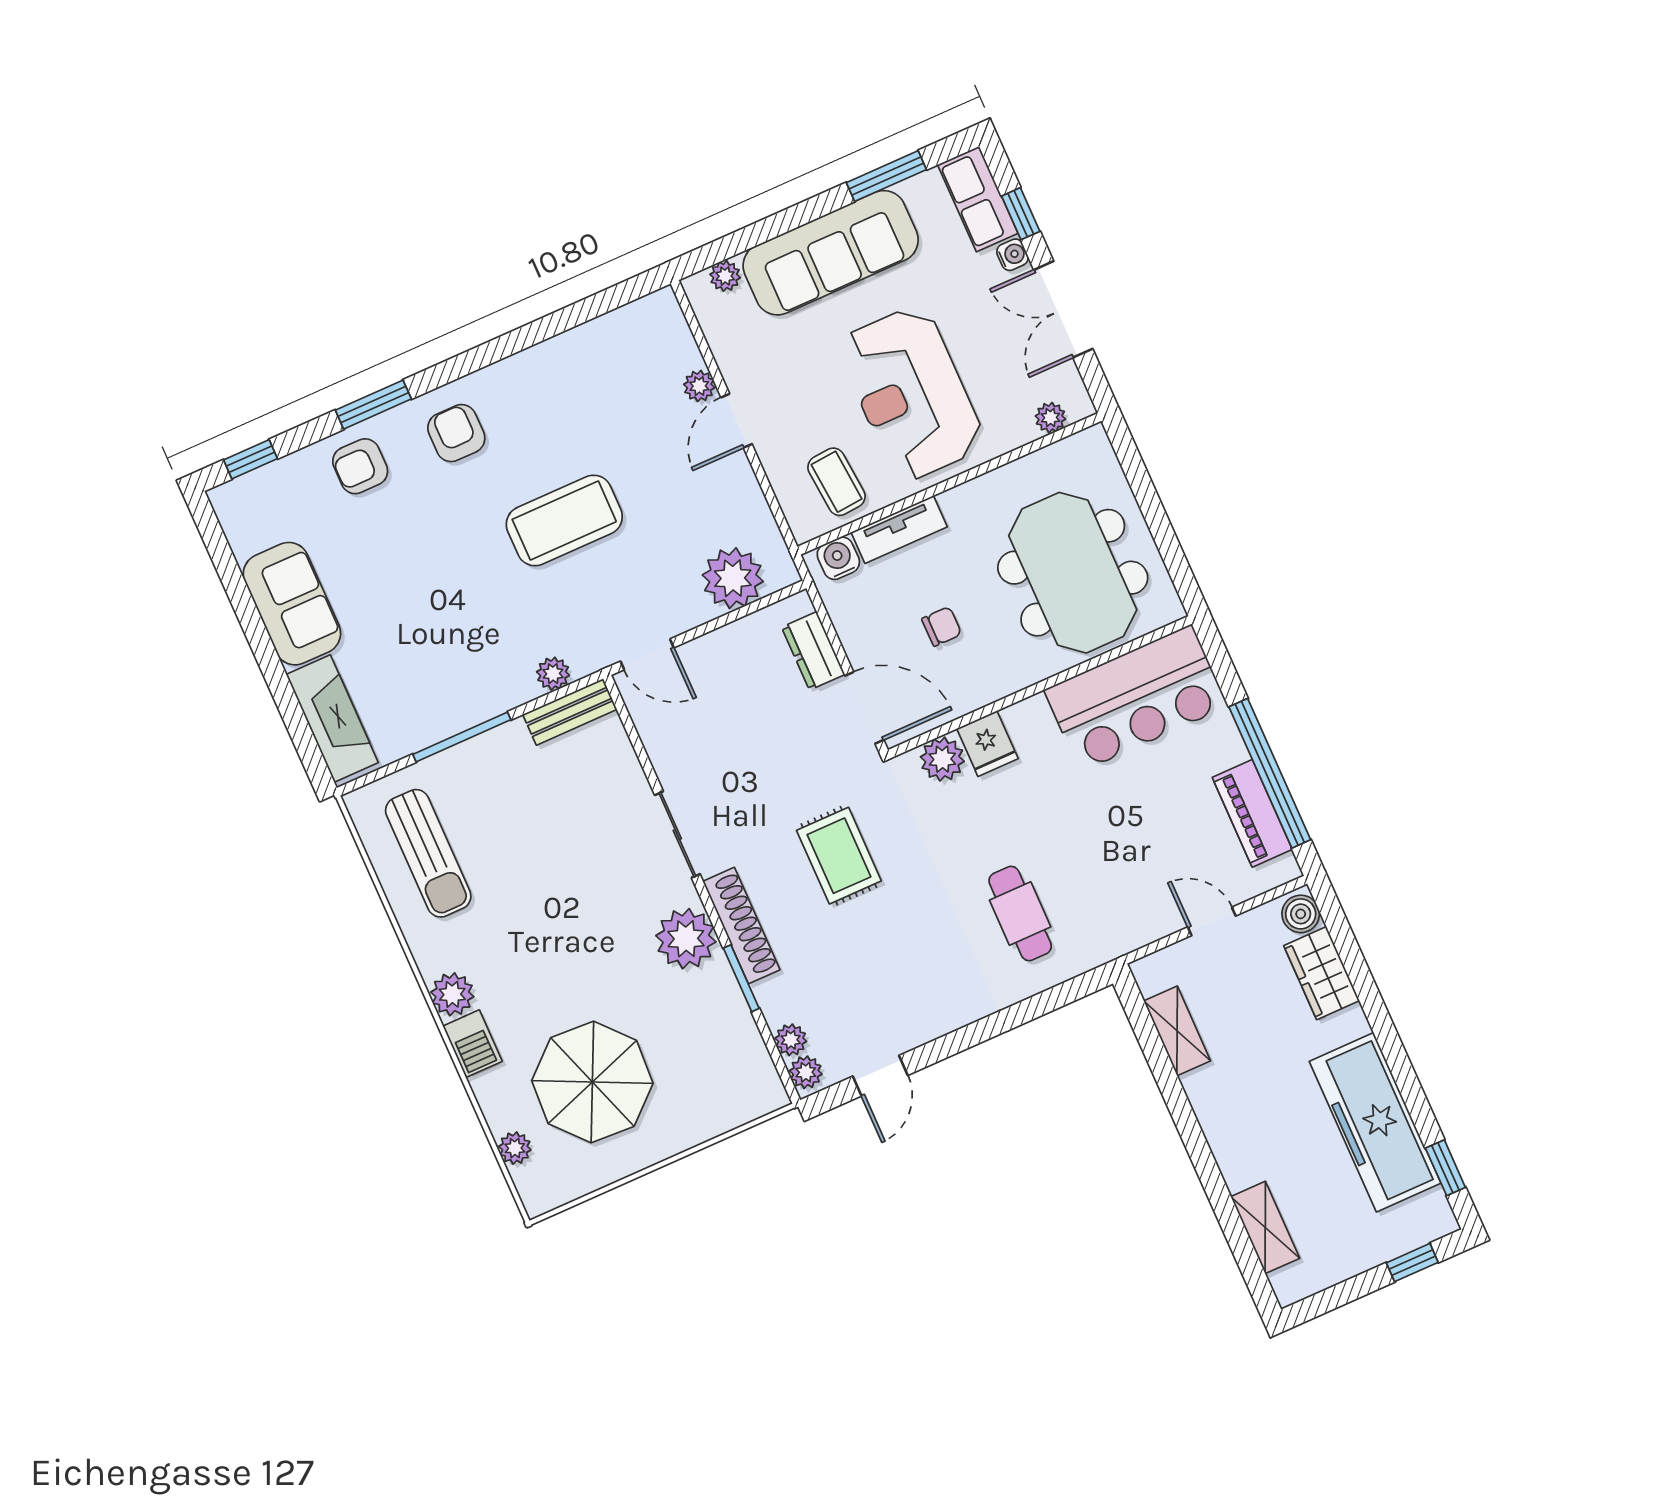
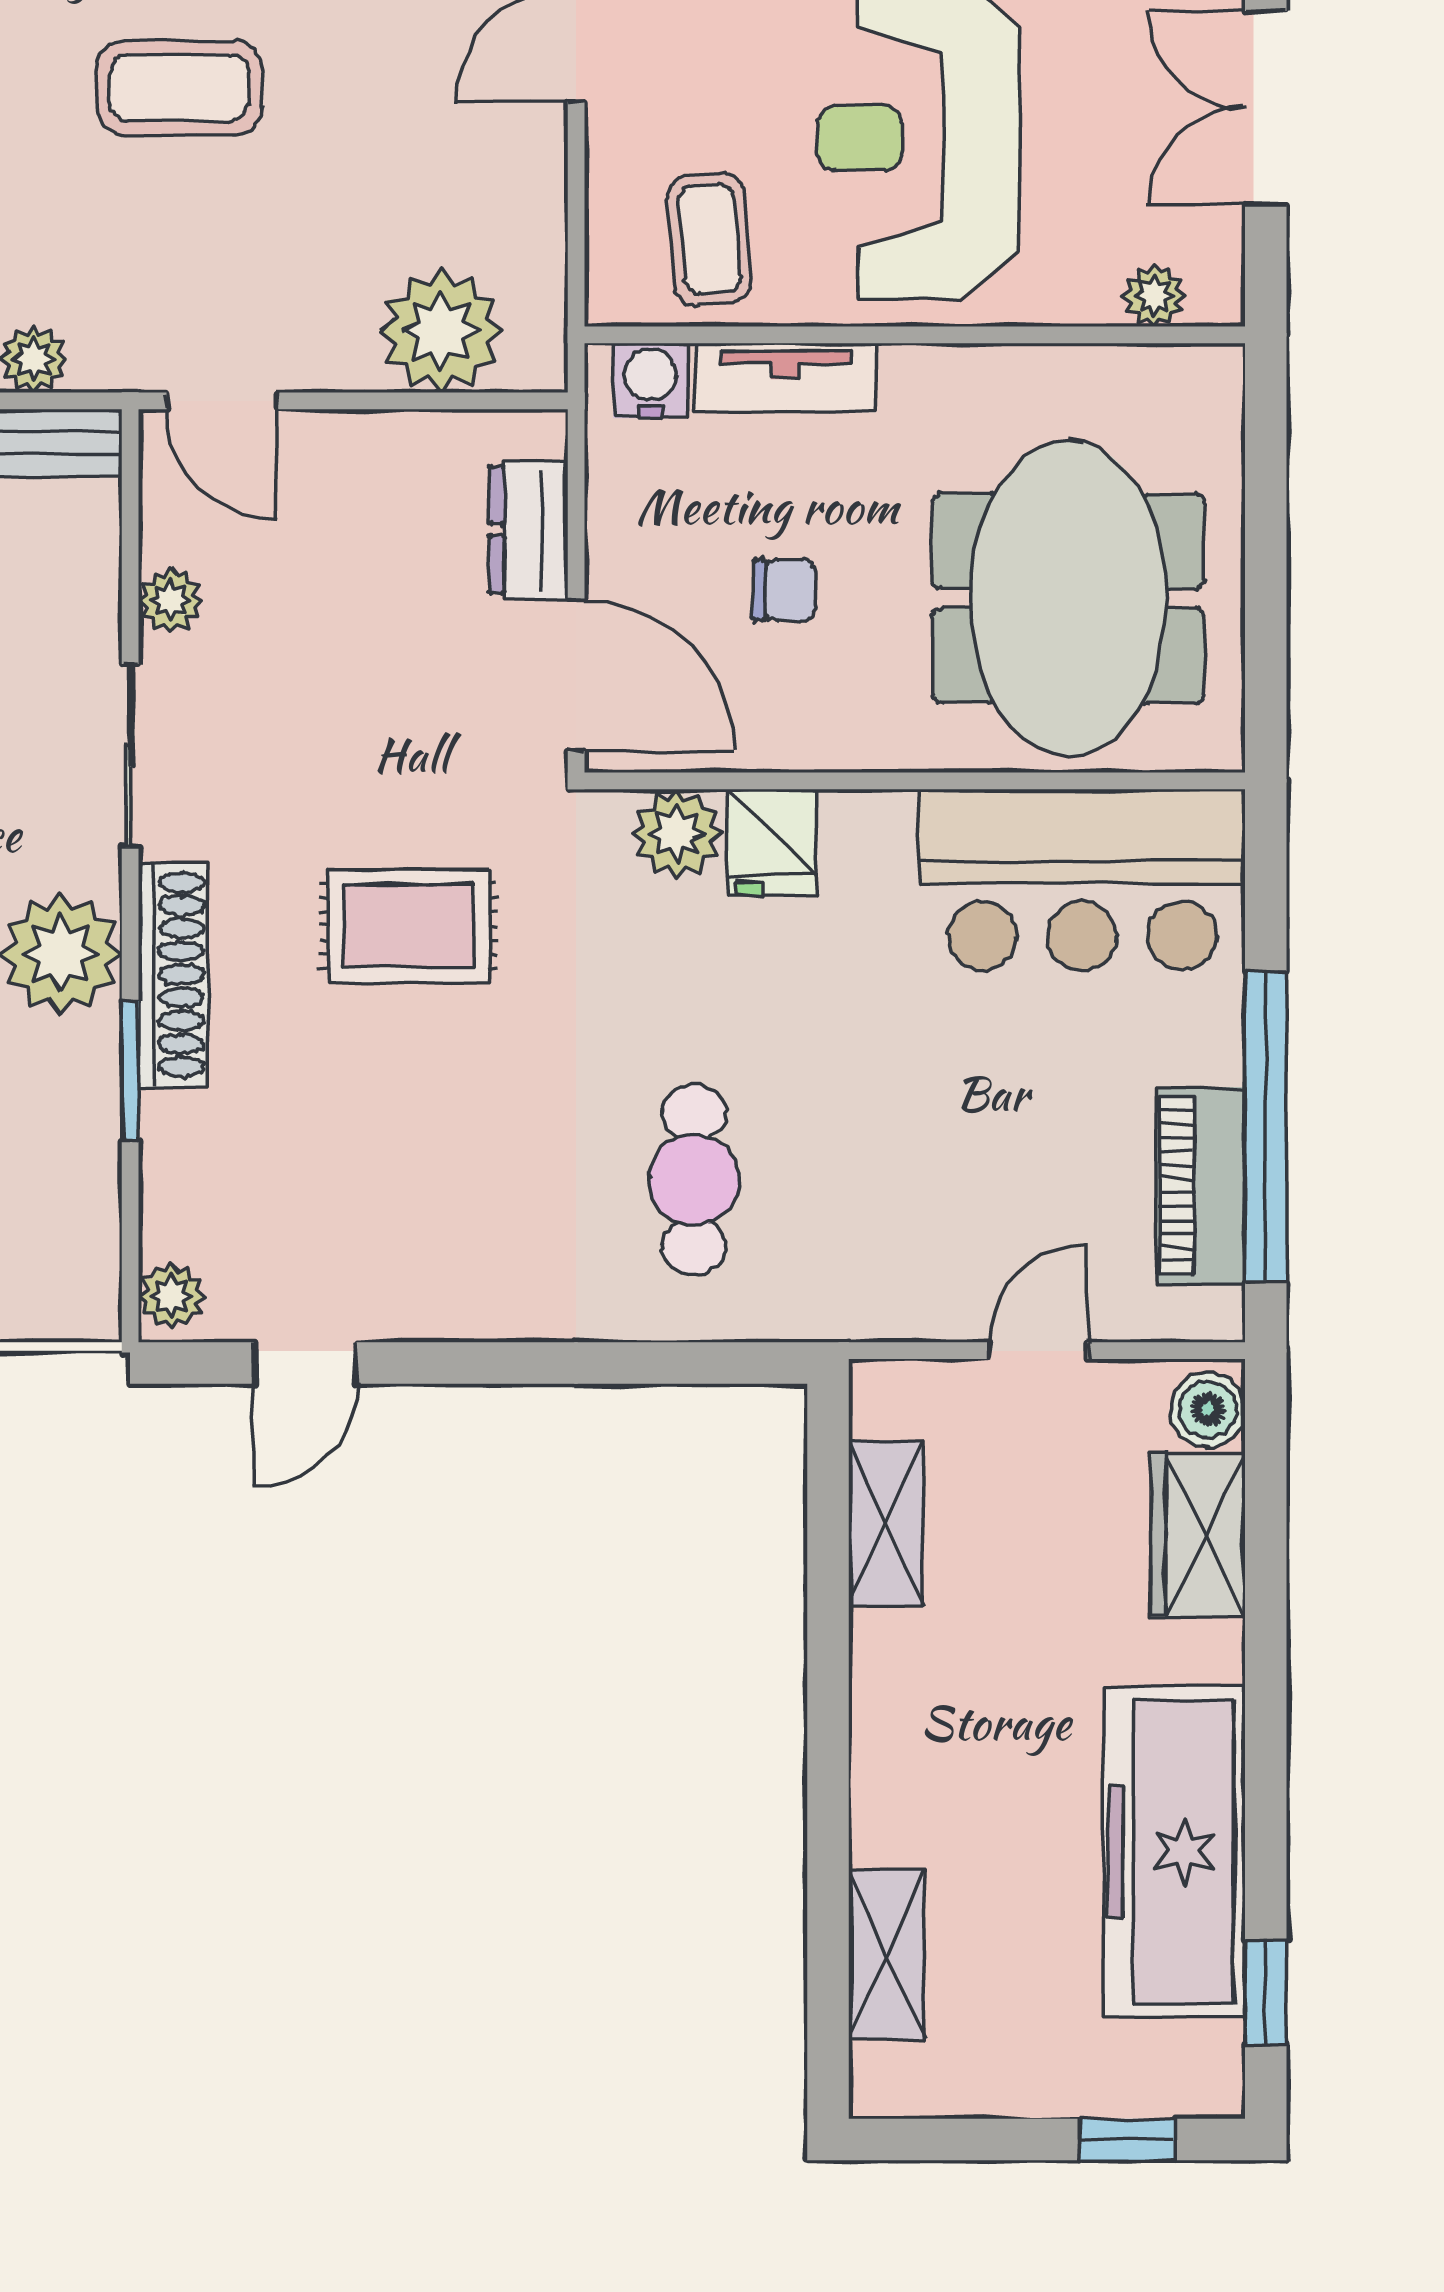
coffee table: (564, 520) -> (179, 88), width x0.73, depth x0.76
rug: (839, 856) -> (409, 926), turned 90
door: (1212, 921) -> (1038, 1351), hinge flipped
plant: (791, 1040) -> (170, 601), moved

